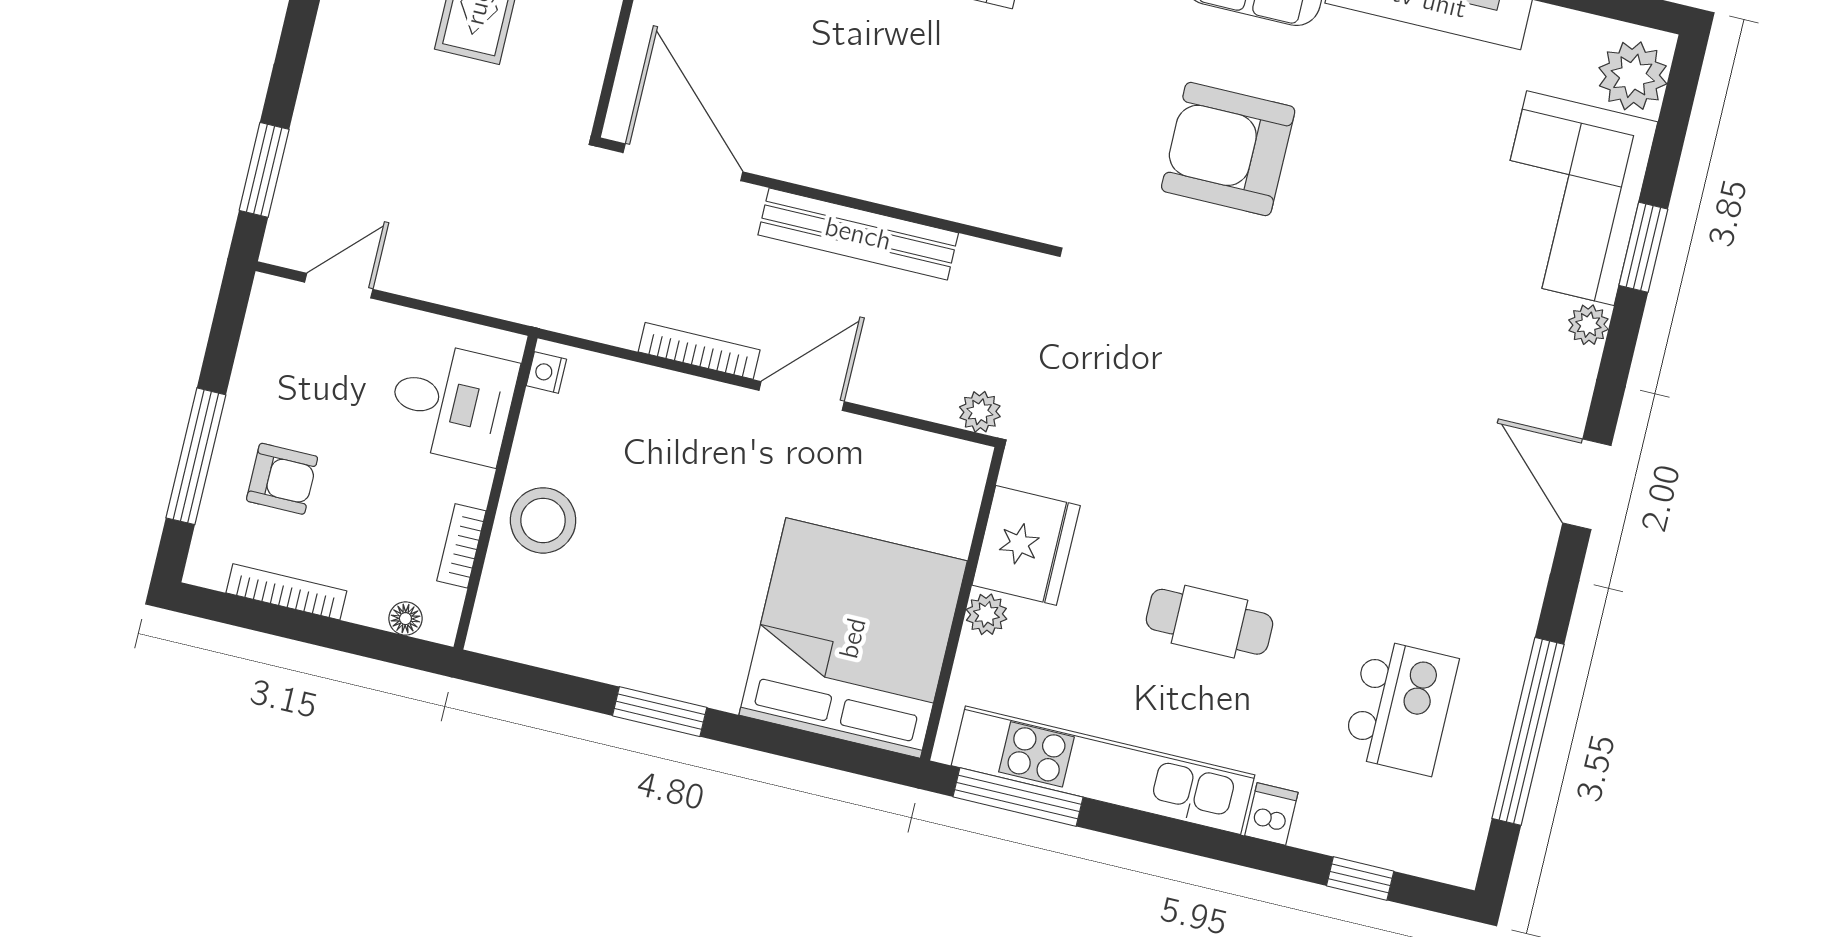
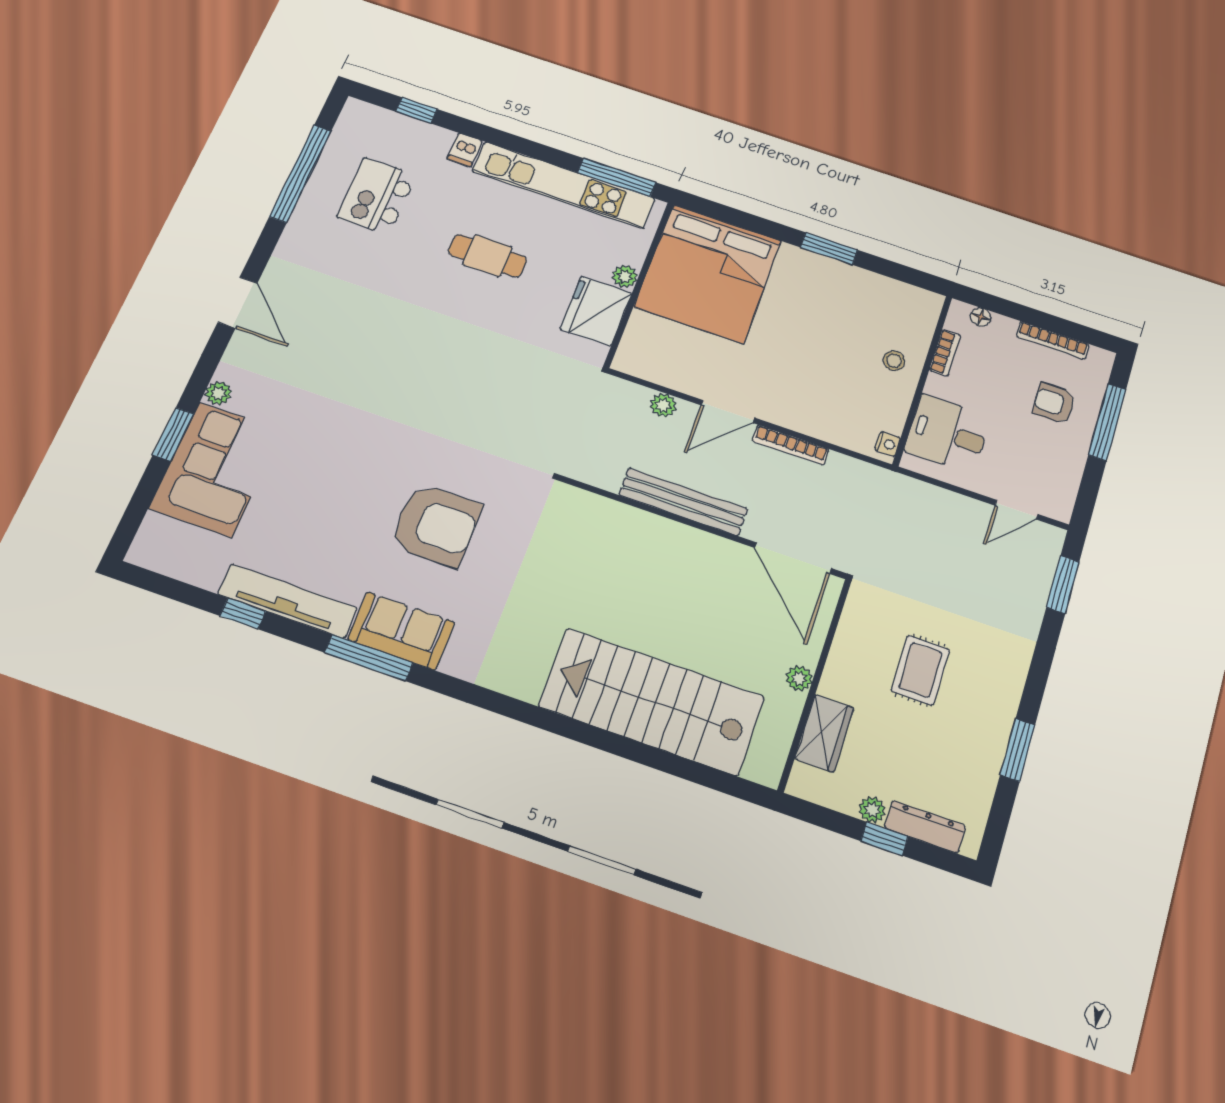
plant: (1633, 76) -> (159, 539), removed
plant: (980, 412) -> (663, 405), moved
stool: (543, 520) -> (894, 361), width x0.53, depth x0.53

